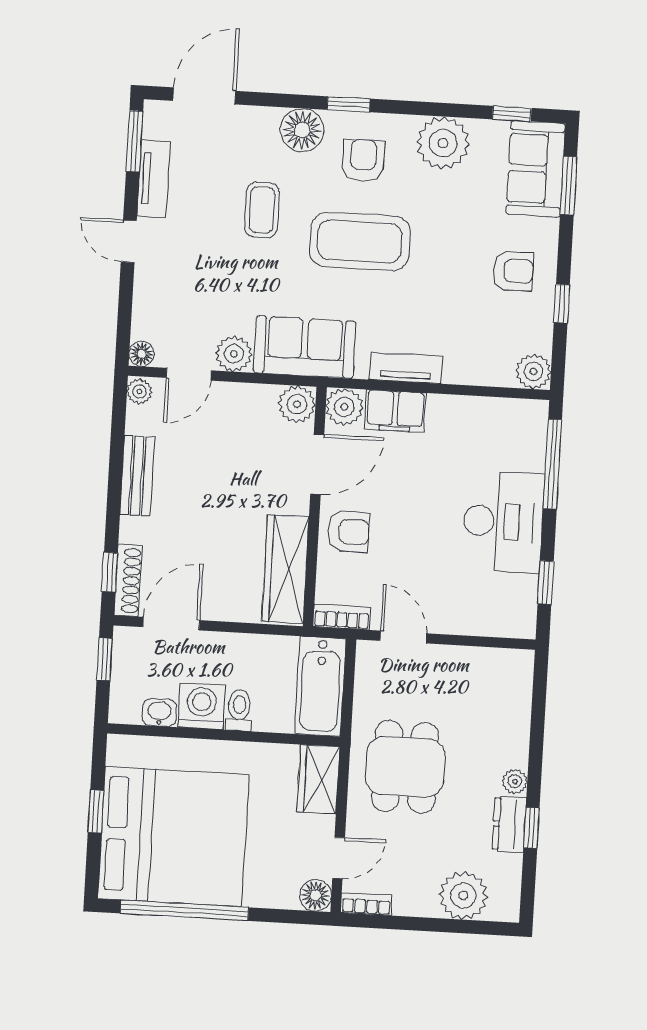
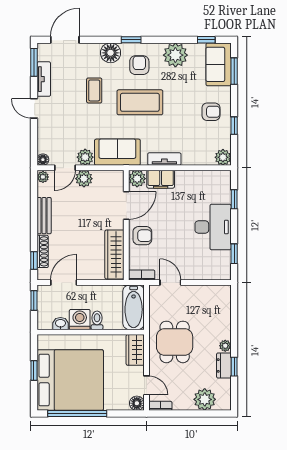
plant: (297, 404) -> (84, 179), moved
window: (552, 464) -> (234, 199), width x0.46
shoe rack: (128, 580) -> (43, 251), moved
door: (339, 858) -> (146, 385), hinge flipped

